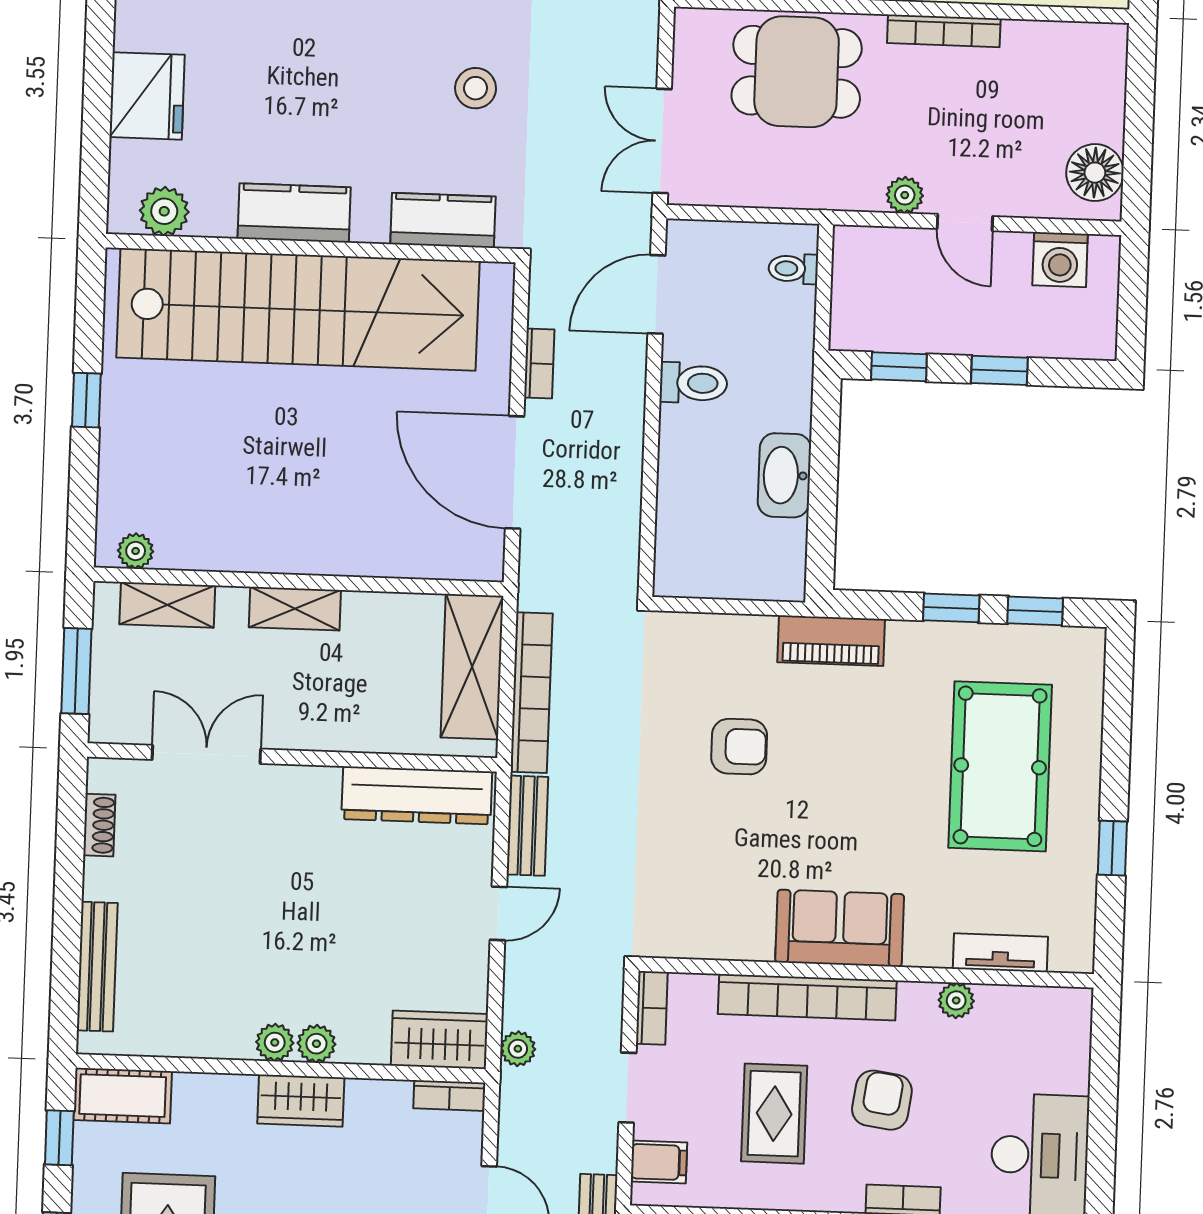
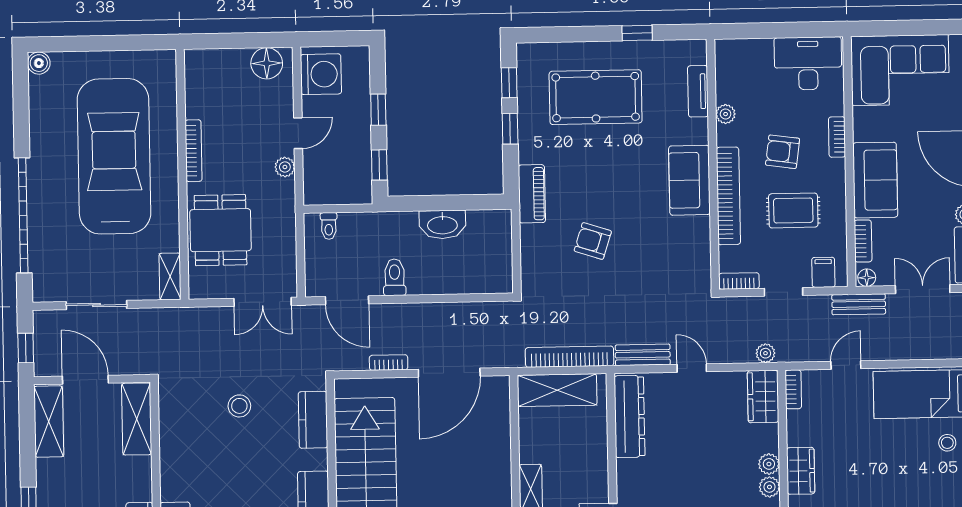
washing machine: (1060, 260) -> (321, 74), width x1.37, depth x1.37
armchair: (739, 747) -> (593, 241), turned -72

